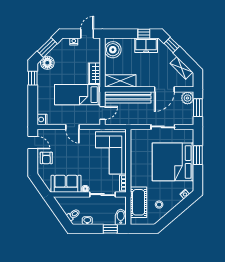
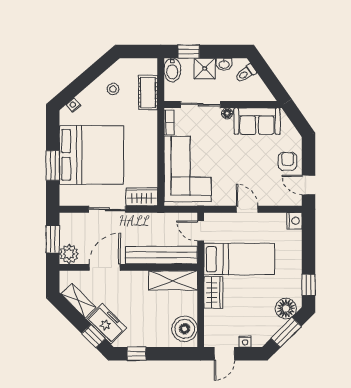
freezer: (146, 45) -> (107, 324), moved, turned 45
door: (102, 113) -> (201, 231), hinge flipped
wardrobe: (140, 135) -> (142, 197), added
cot: (139, 202) -> (148, 93), width x0.73, depth x0.75
shower: (100, 218) -> (205, 68), added

